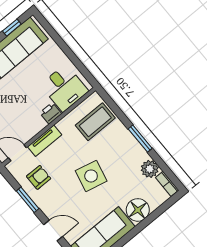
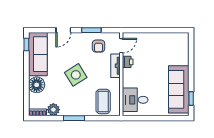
printer: (51, 113) -> (128, 62), moved
side table: (91, 176) -> (76, 75), turned 45

